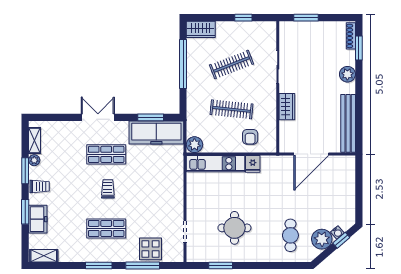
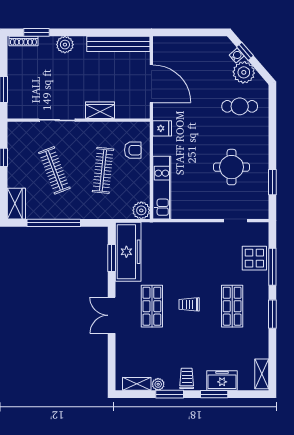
fridge: (253, 164) -> (162, 128), moved

